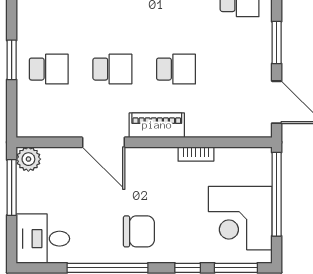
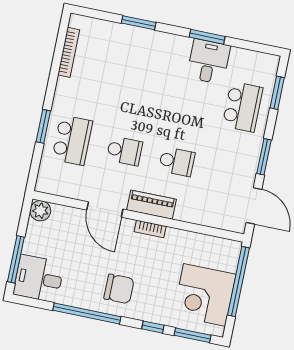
school desk: (49, 69) -> (72, 140), width x1.85
bookcase: (196, 154) -> (150, 229), moved
window: (12, 187) -> (16, 259), moved

